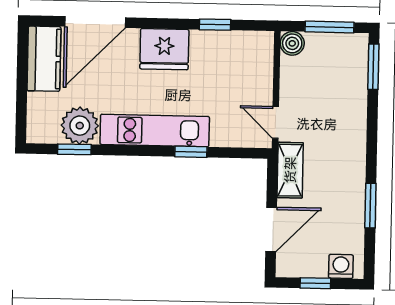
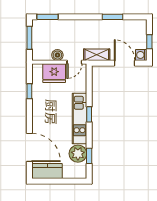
boiler: (292, 43) -> (57, 55), moved
fridge: (164, 49) -> (54, 73), moved, turned 90
window: (191, 152) -> (89, 114), moved
washing machine: (341, 266) -> (141, 55), moved

